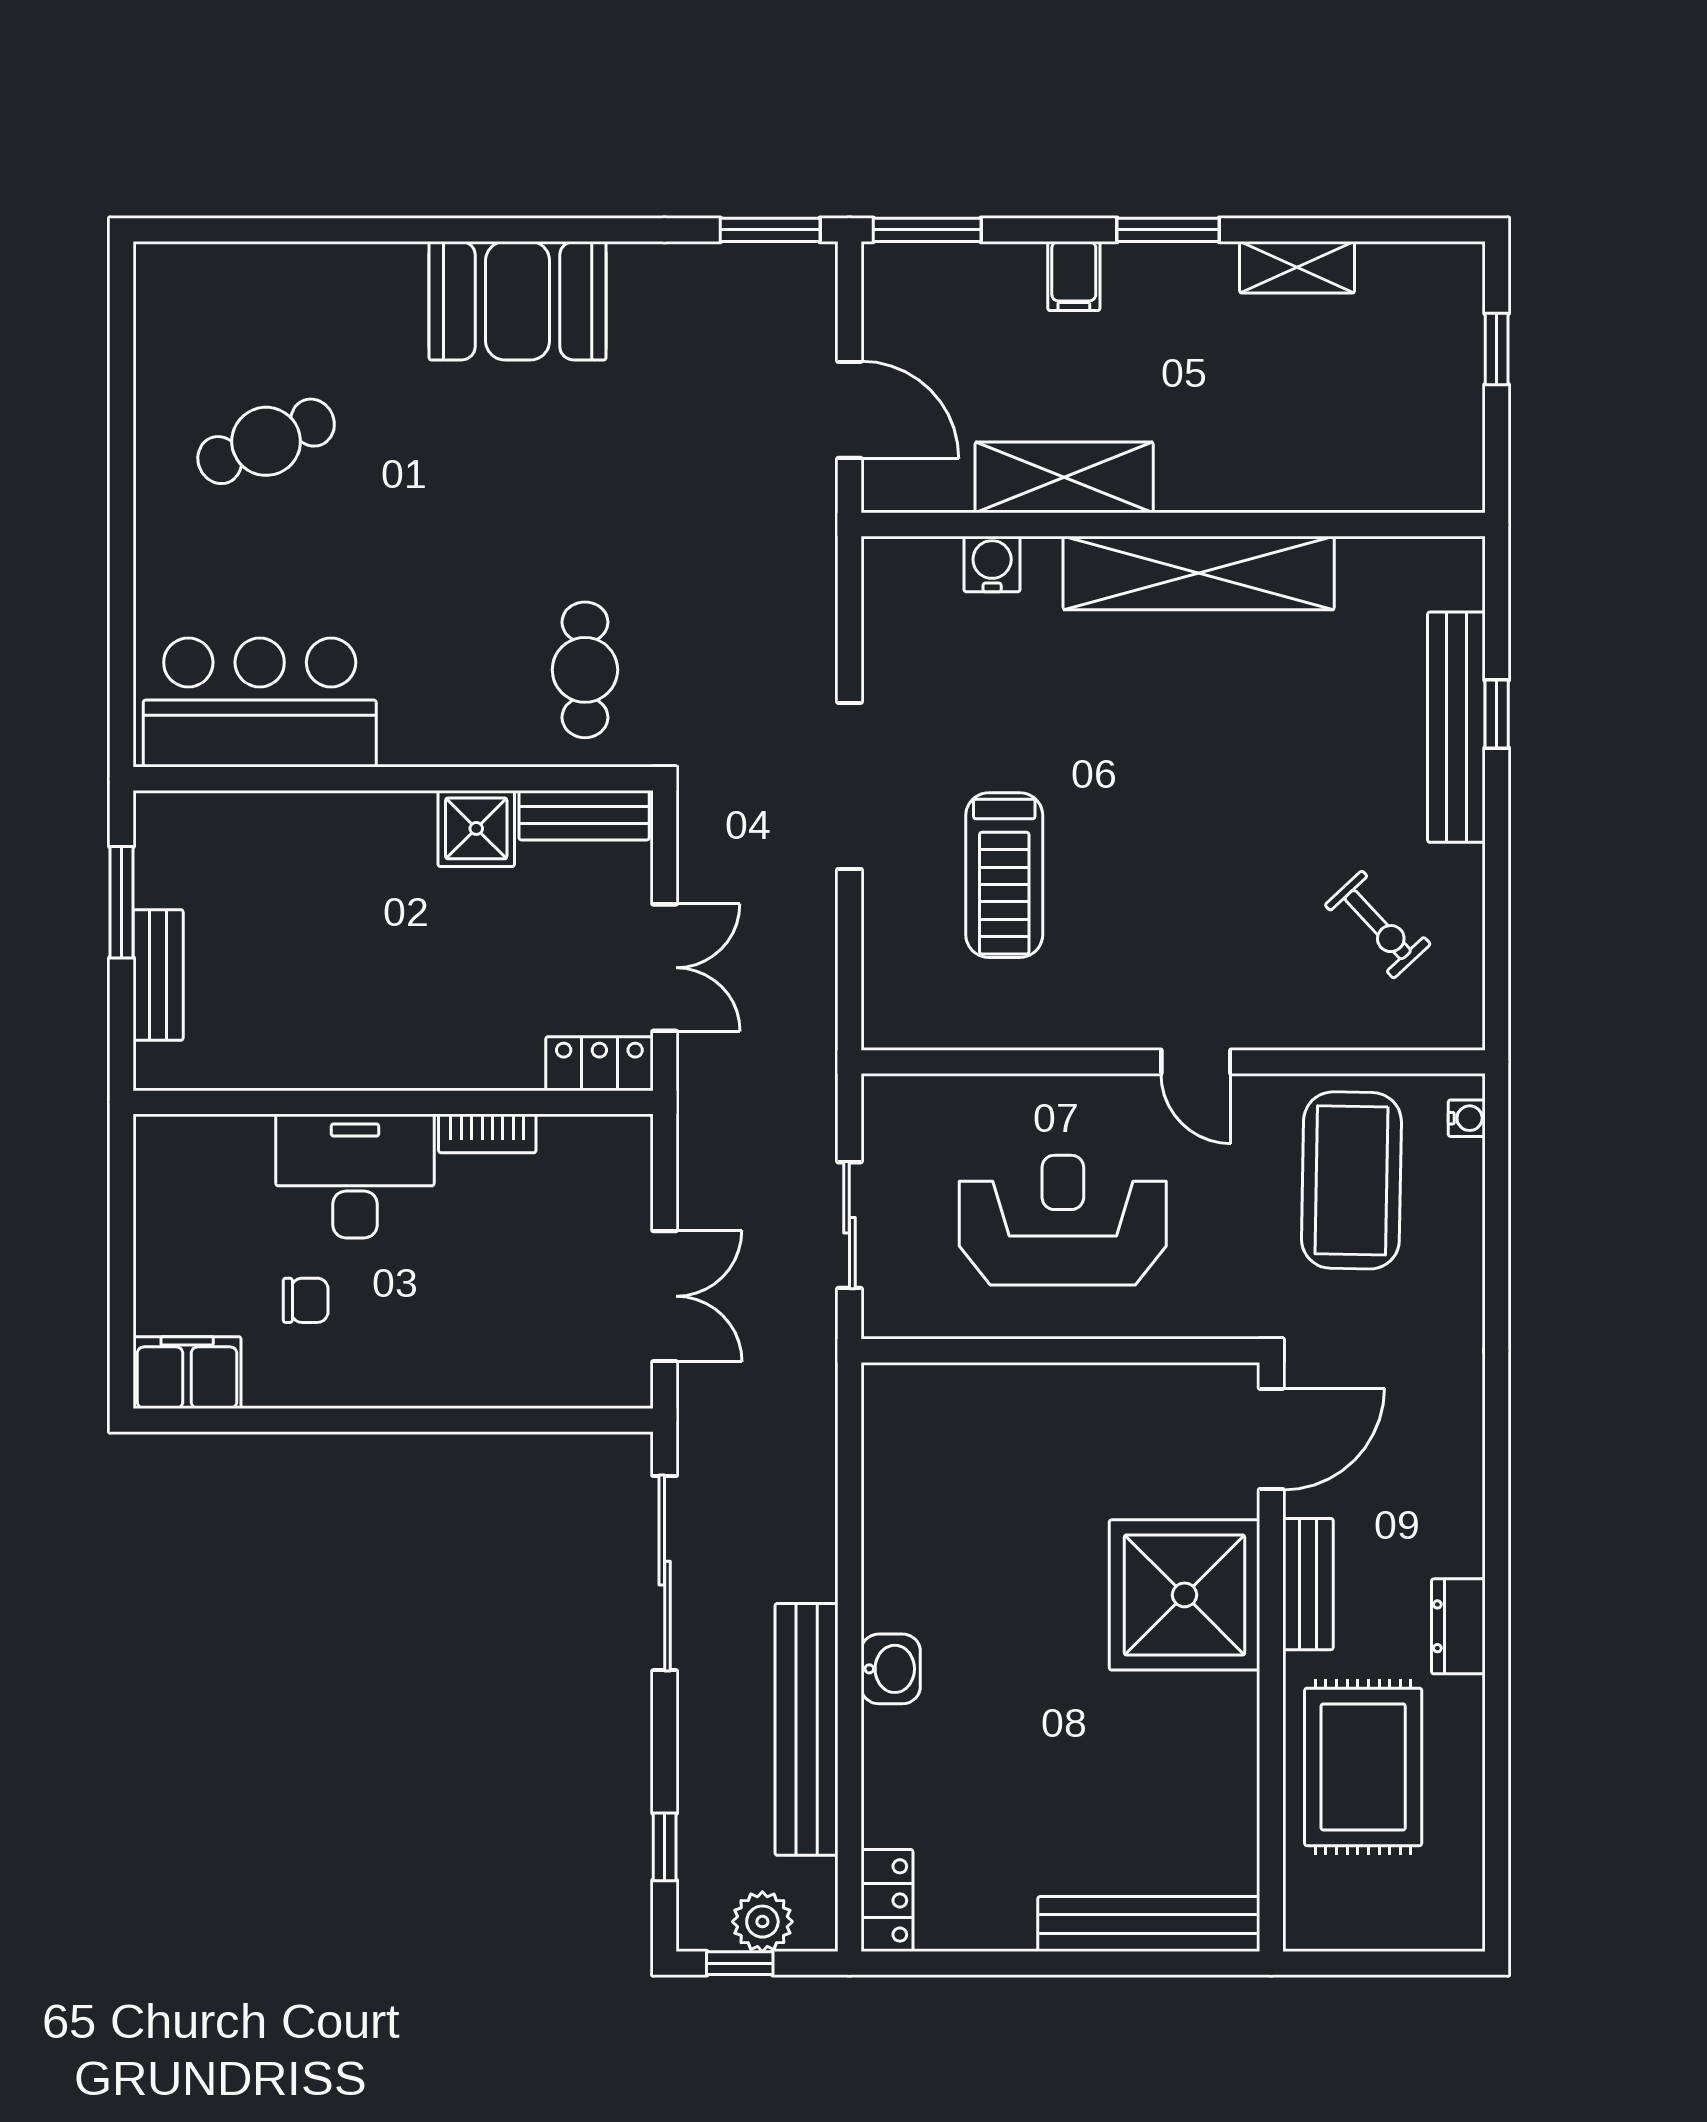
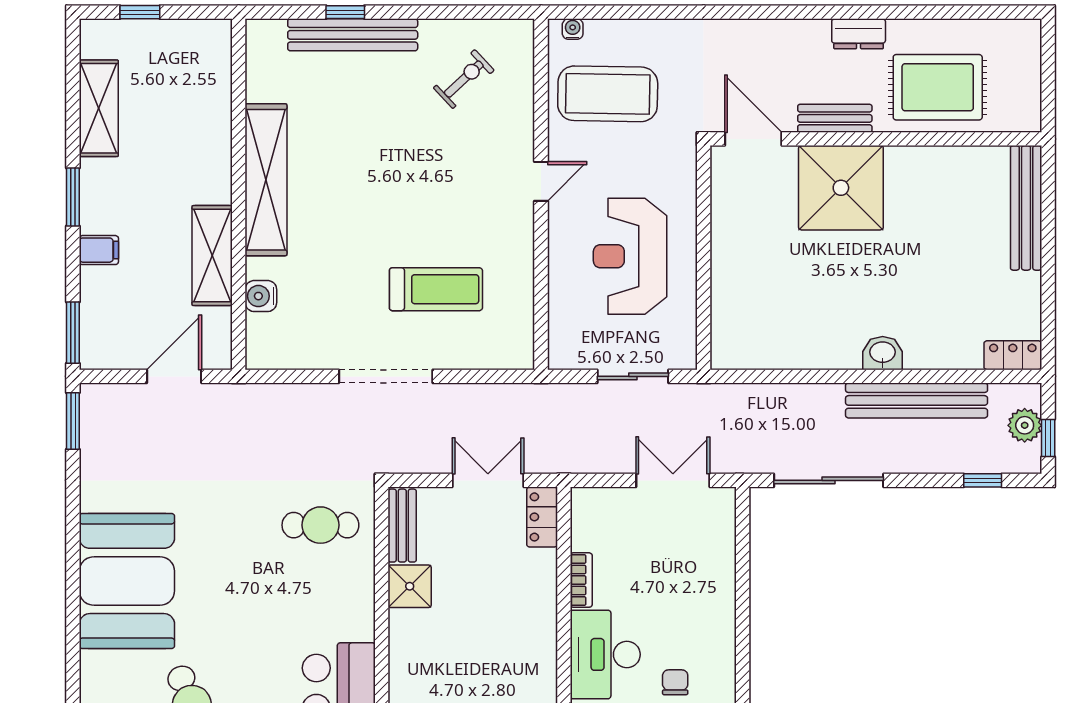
shelving: (1297, 267) -> (99, 108), width x1.50, depth x1.33
booth: (518, 301) -> (127, 581), width x1.36, depth x1.42

